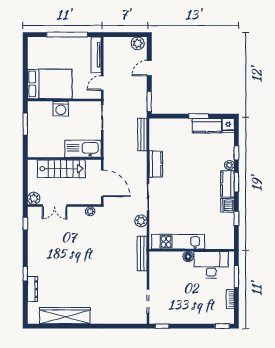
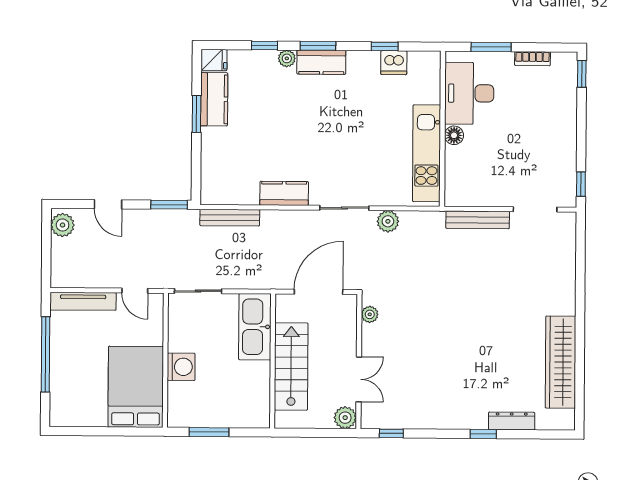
dishwasher: (228, 205) -> (394, 63), moved
bench: (142, 253) -> (478, 220), moved

